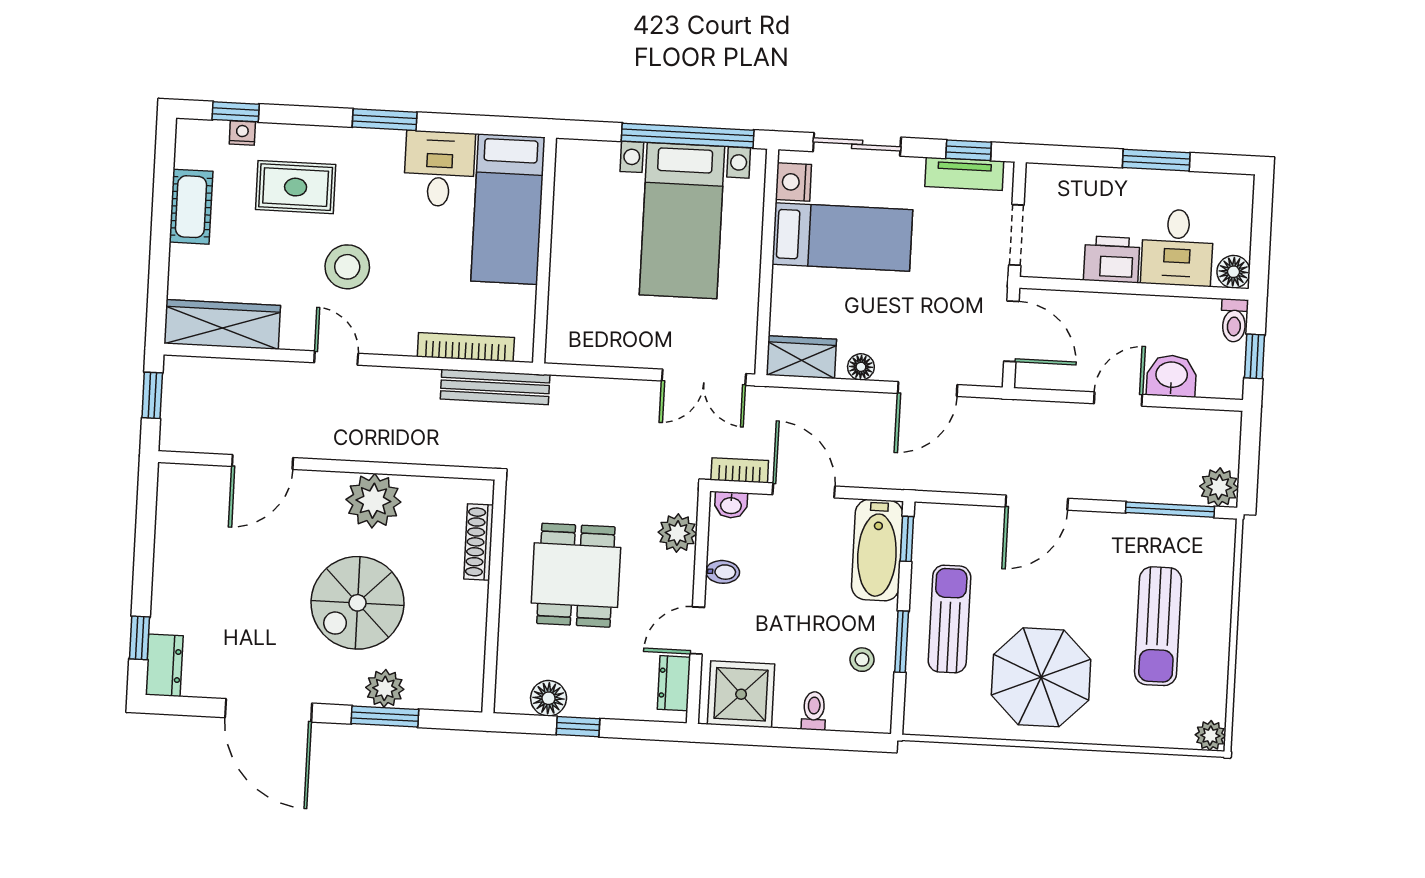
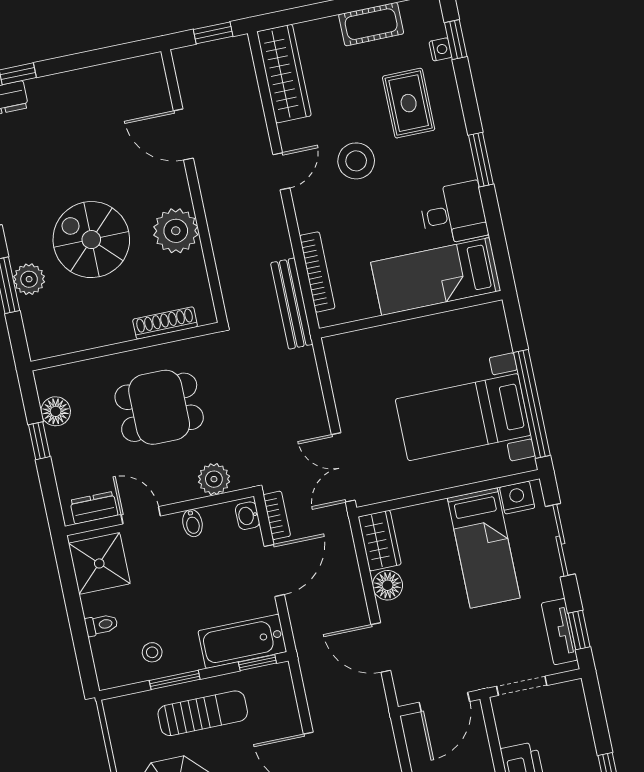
floor lamp: (861, 367) -> (388, 585), width x1.37, depth x1.37

